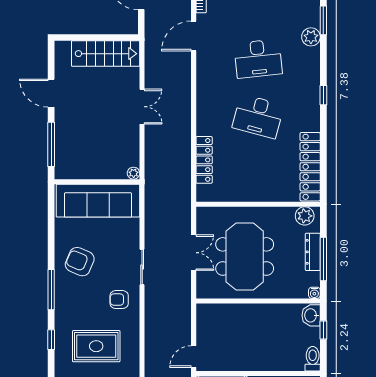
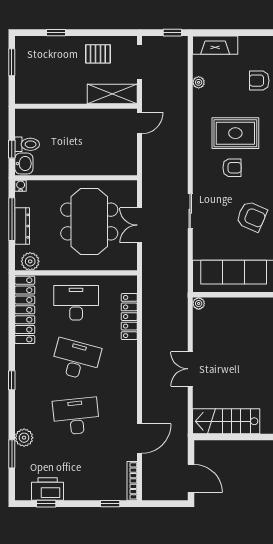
desk: (258, 174) -> (76, 303), added
armchair: (119, 300) -> (232, 168), moved
toilet: (313, 359) -> (27, 144), moved, turned -90

